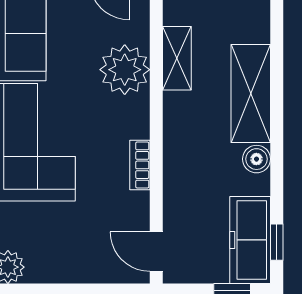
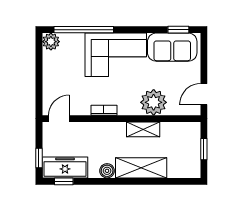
shelving: (177, 58) -> (143, 129), moved

